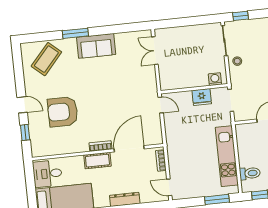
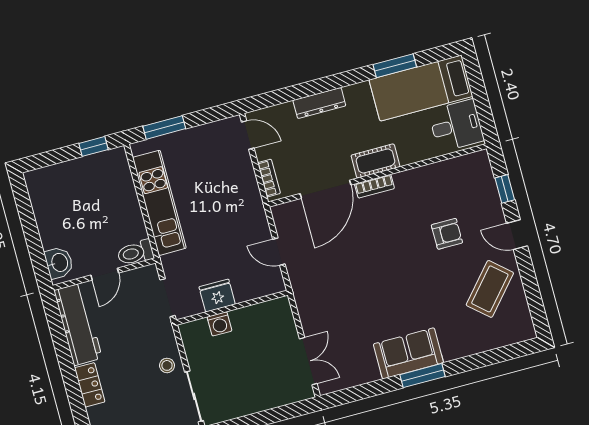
window: (75, 33) -> (422, 376), moved
coffee table: (46, 59) -> (490, 289), moved
washing machine: (215, 79) -> (220, 324), moved
door: (161, 105) -> (279, 252), moved
armchair: (63, 112) -> (447, 234), width x0.53, depth x0.53
toilet: (250, 173) -> (135, 253), moved

